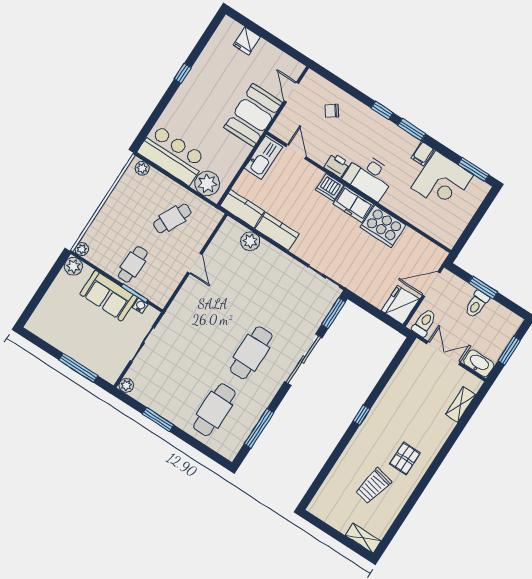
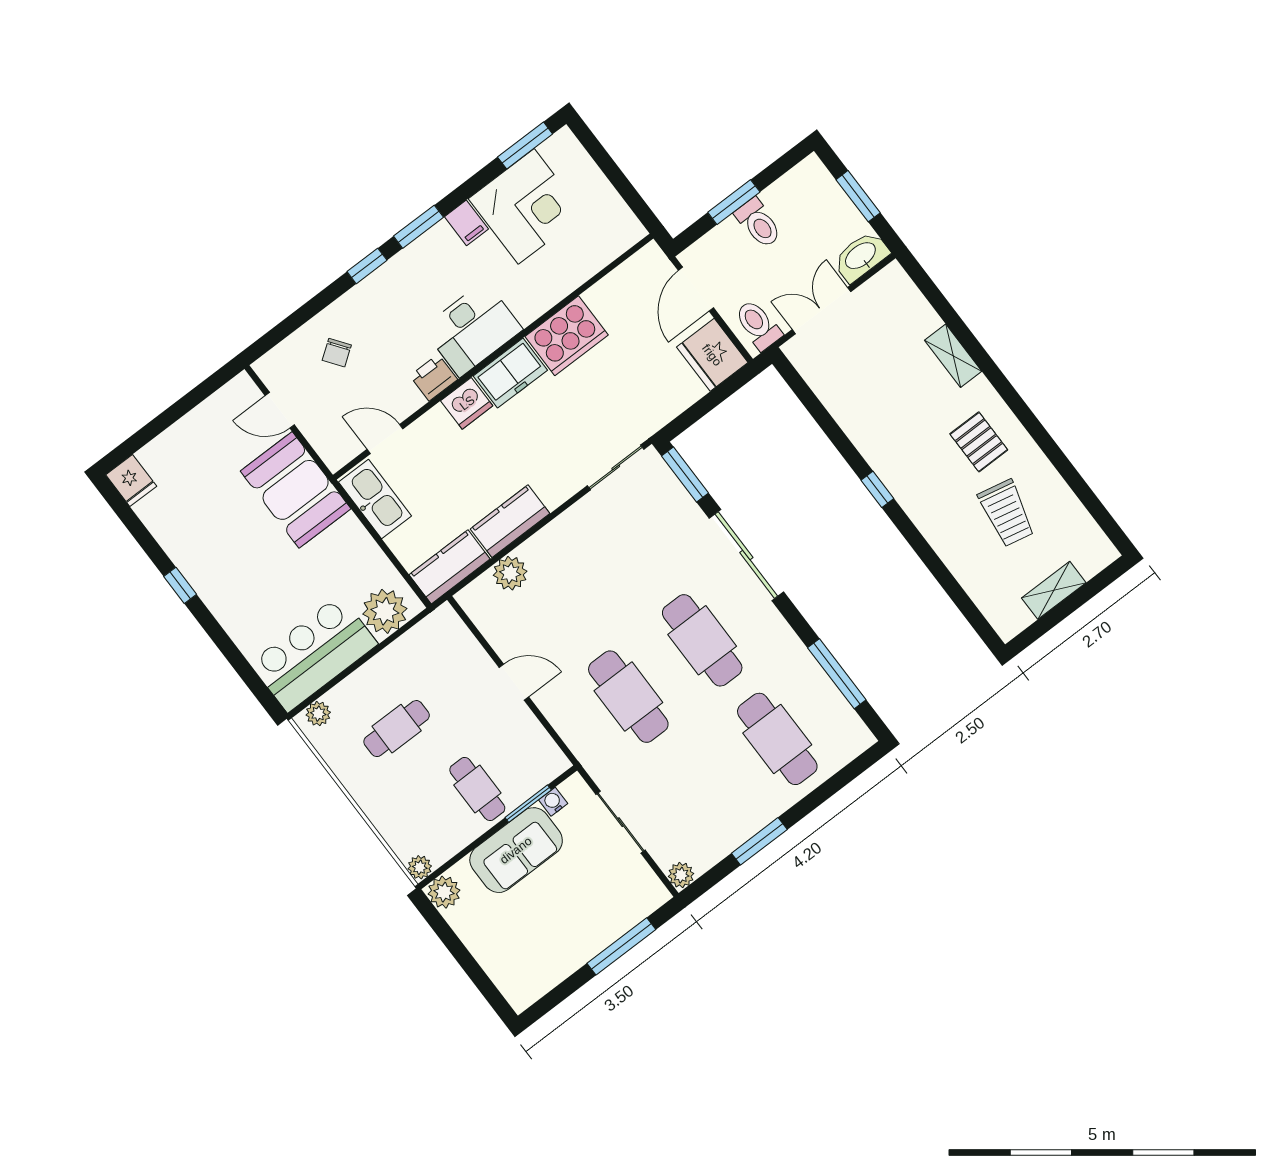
fridge: (247, 41) -> (131, 481), moved
cafe table: (172, 218) -> (397, 729), moved, turned 65
cafe table: (208, 325) -> (628, 697), added
shelving: (460, 405) -> (953, 356), moved
shelving: (363, 538) -> (1054, 590), moved

